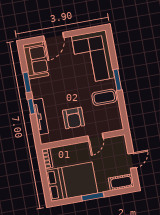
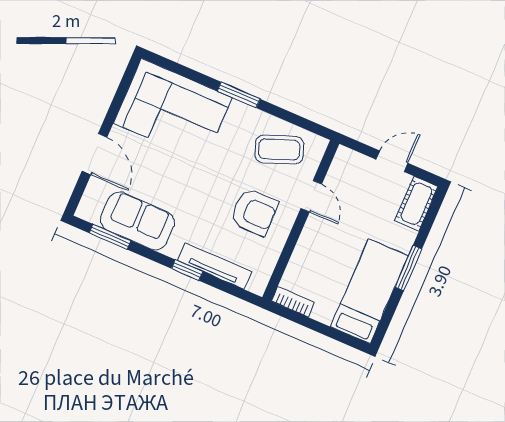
sofa: (36, 60) -> (137, 221), moved
window: (27, 82) -> (110, 237), moved
coffee table: (104, 97) -> (279, 150), moved, turned 69
door: (132, 161) -> (392, 161), hinge flipped
bed: (72, 182) -> (369, 291), width x0.67

